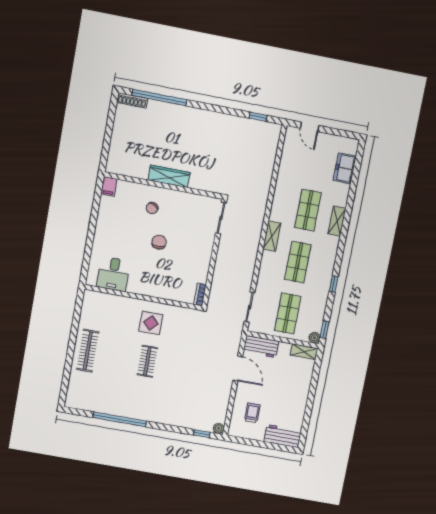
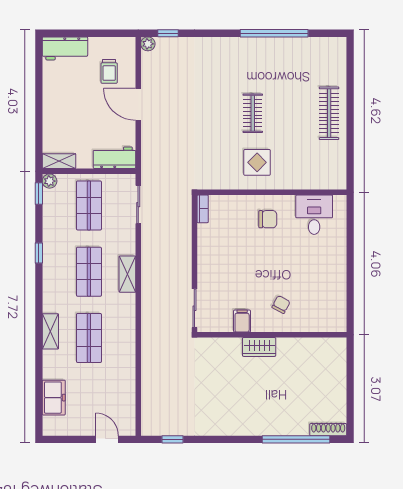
wardrobe: (169, 176) -> (259, 347), width x0.67
filing cabinet: (109, 186) -> (242, 321), moved
shelving: (272, 236) -> (127, 274), moved
chair: (159, 242) -> (268, 219), moved, turned -90
door: (238, 368) -> (138, 104), moved

